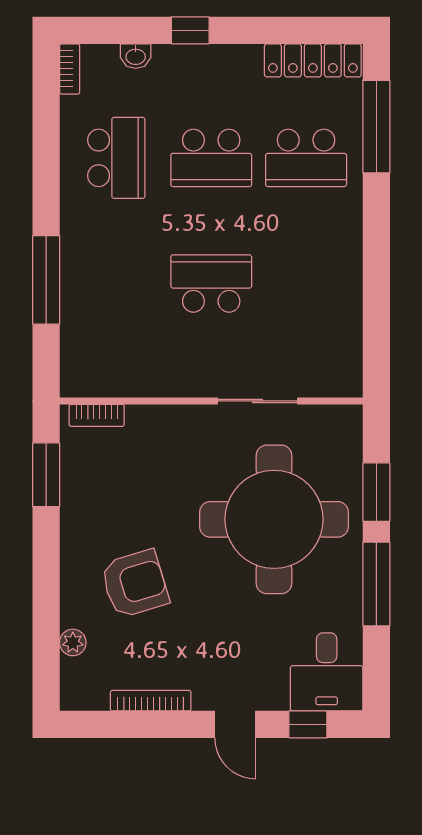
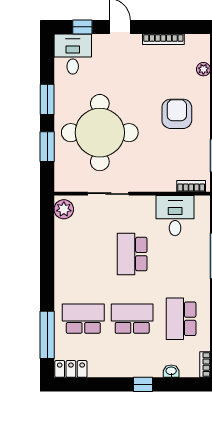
locker: (313, 60) -> (71, 369), width x0.66
school desk: (211, 284) -> (132, 254), turned 90
desk: (128, 358) -> (175, 216), added
plant: (344, 370) -> (64, 209), added
armchair: (135, 584) -> (177, 114), moved, turned 107
window: (376, 584) -> (47, 99), width x0.69

